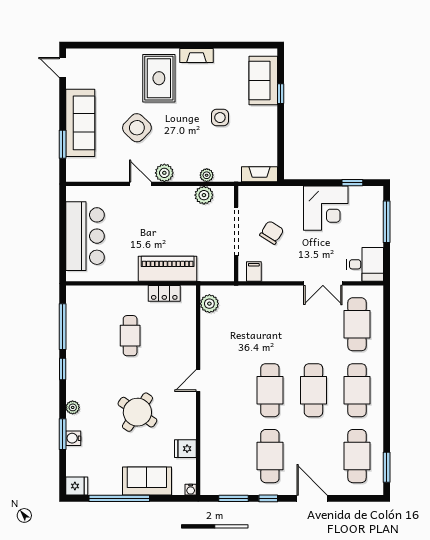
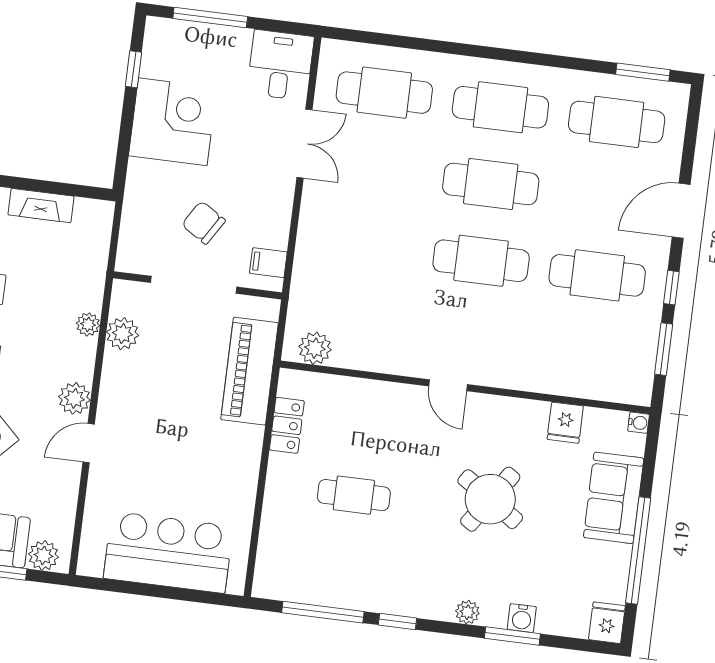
plant: (74, 167) -> (43, 556), added
fireplace: (259, 174) -> (41, 206), moved, turned -90
piano: (168, 269) -> (249, 371), moved

